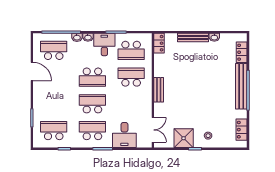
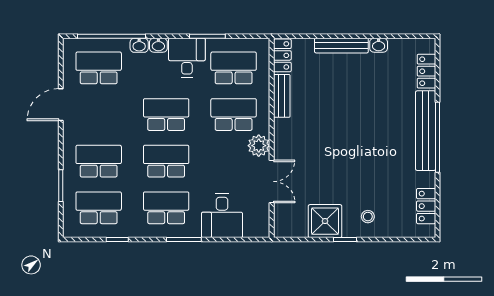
school desk: (131, 50) -> (234, 68), turned 180
door: (32, 71) -> (61, 105), swing flipped
school desk: (92, 77) -> (166, 115), turned 180
bench: (159, 90) -> (282, 96), moved
plant: (146, 95) -> (259, 146), added
school desk: (54, 104) -> (99, 161), added
double door: (153, 130) -> (272, 181), moved

